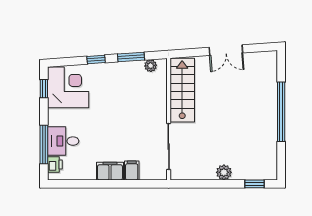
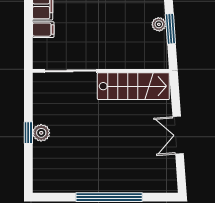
plant: (151, 66) -> (159, 24), moved
window: (254, 184) -> (28, 133), moved

